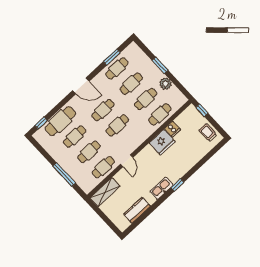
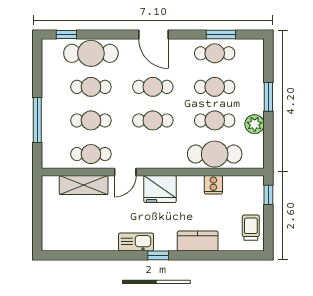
cafe table: (160, 114) -> (215, 154), width x1.37, depth x1.35
fridge: (162, 142) -> (160, 189), moved
shelving: (105, 192) -> (84, 185), moved
kitchen counter: (137, 210) -> (198, 241), moved

